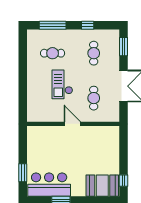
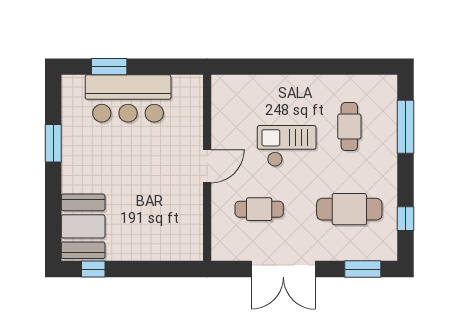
window: (88, 25) -> (405, 219), moved
cafe table: (94, 53) -> (349, 209), width x1.37, depth x1.35
bar counter: (49, 185) -> (128, 98), moved, turned 90

